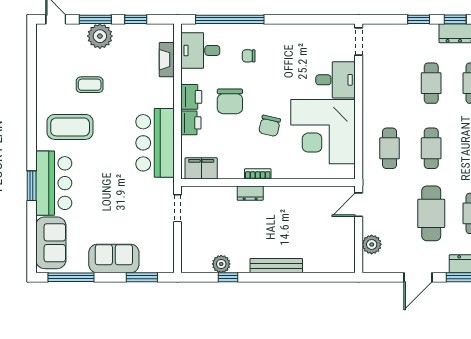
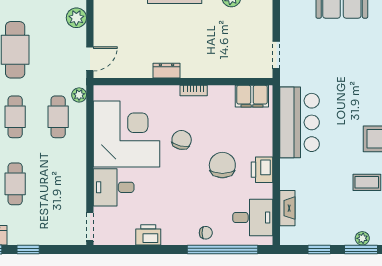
plant: (100, 36) -> (362, 238), width x0.53, depth x0.53
chair: (249, 56) -> (206, 233), moved
printer: (191, 123) -> (148, 235), moved, turned 90
plant: (369, 170) -> (79, 95), added
dresser: (250, 193) -> (167, 71), moved

